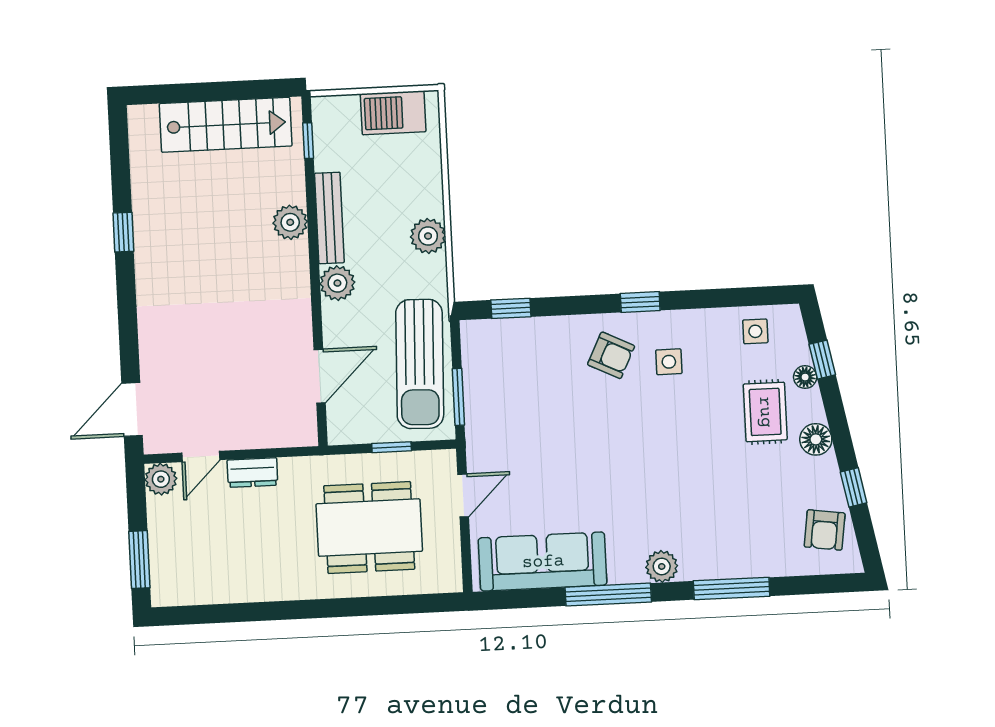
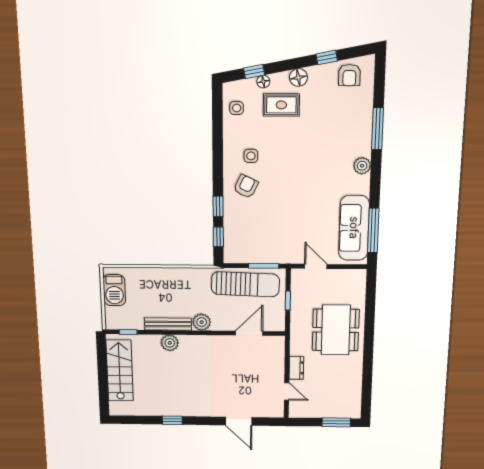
plant: (428, 236) -> (179, 276), removed
window: (640, 302) -> (218, 206), moved
door: (320, 376) -> (249, 333), hinge flipped
door: (132, 409) -> (239, 421), moved
plant: (161, 479) -> (297, 410), removed
dining table: (369, 528) -> (336, 330), moved
armchair: (825, 530) -> (349, 75), turned 82
window: (608, 595) -> (373, 230), moved

